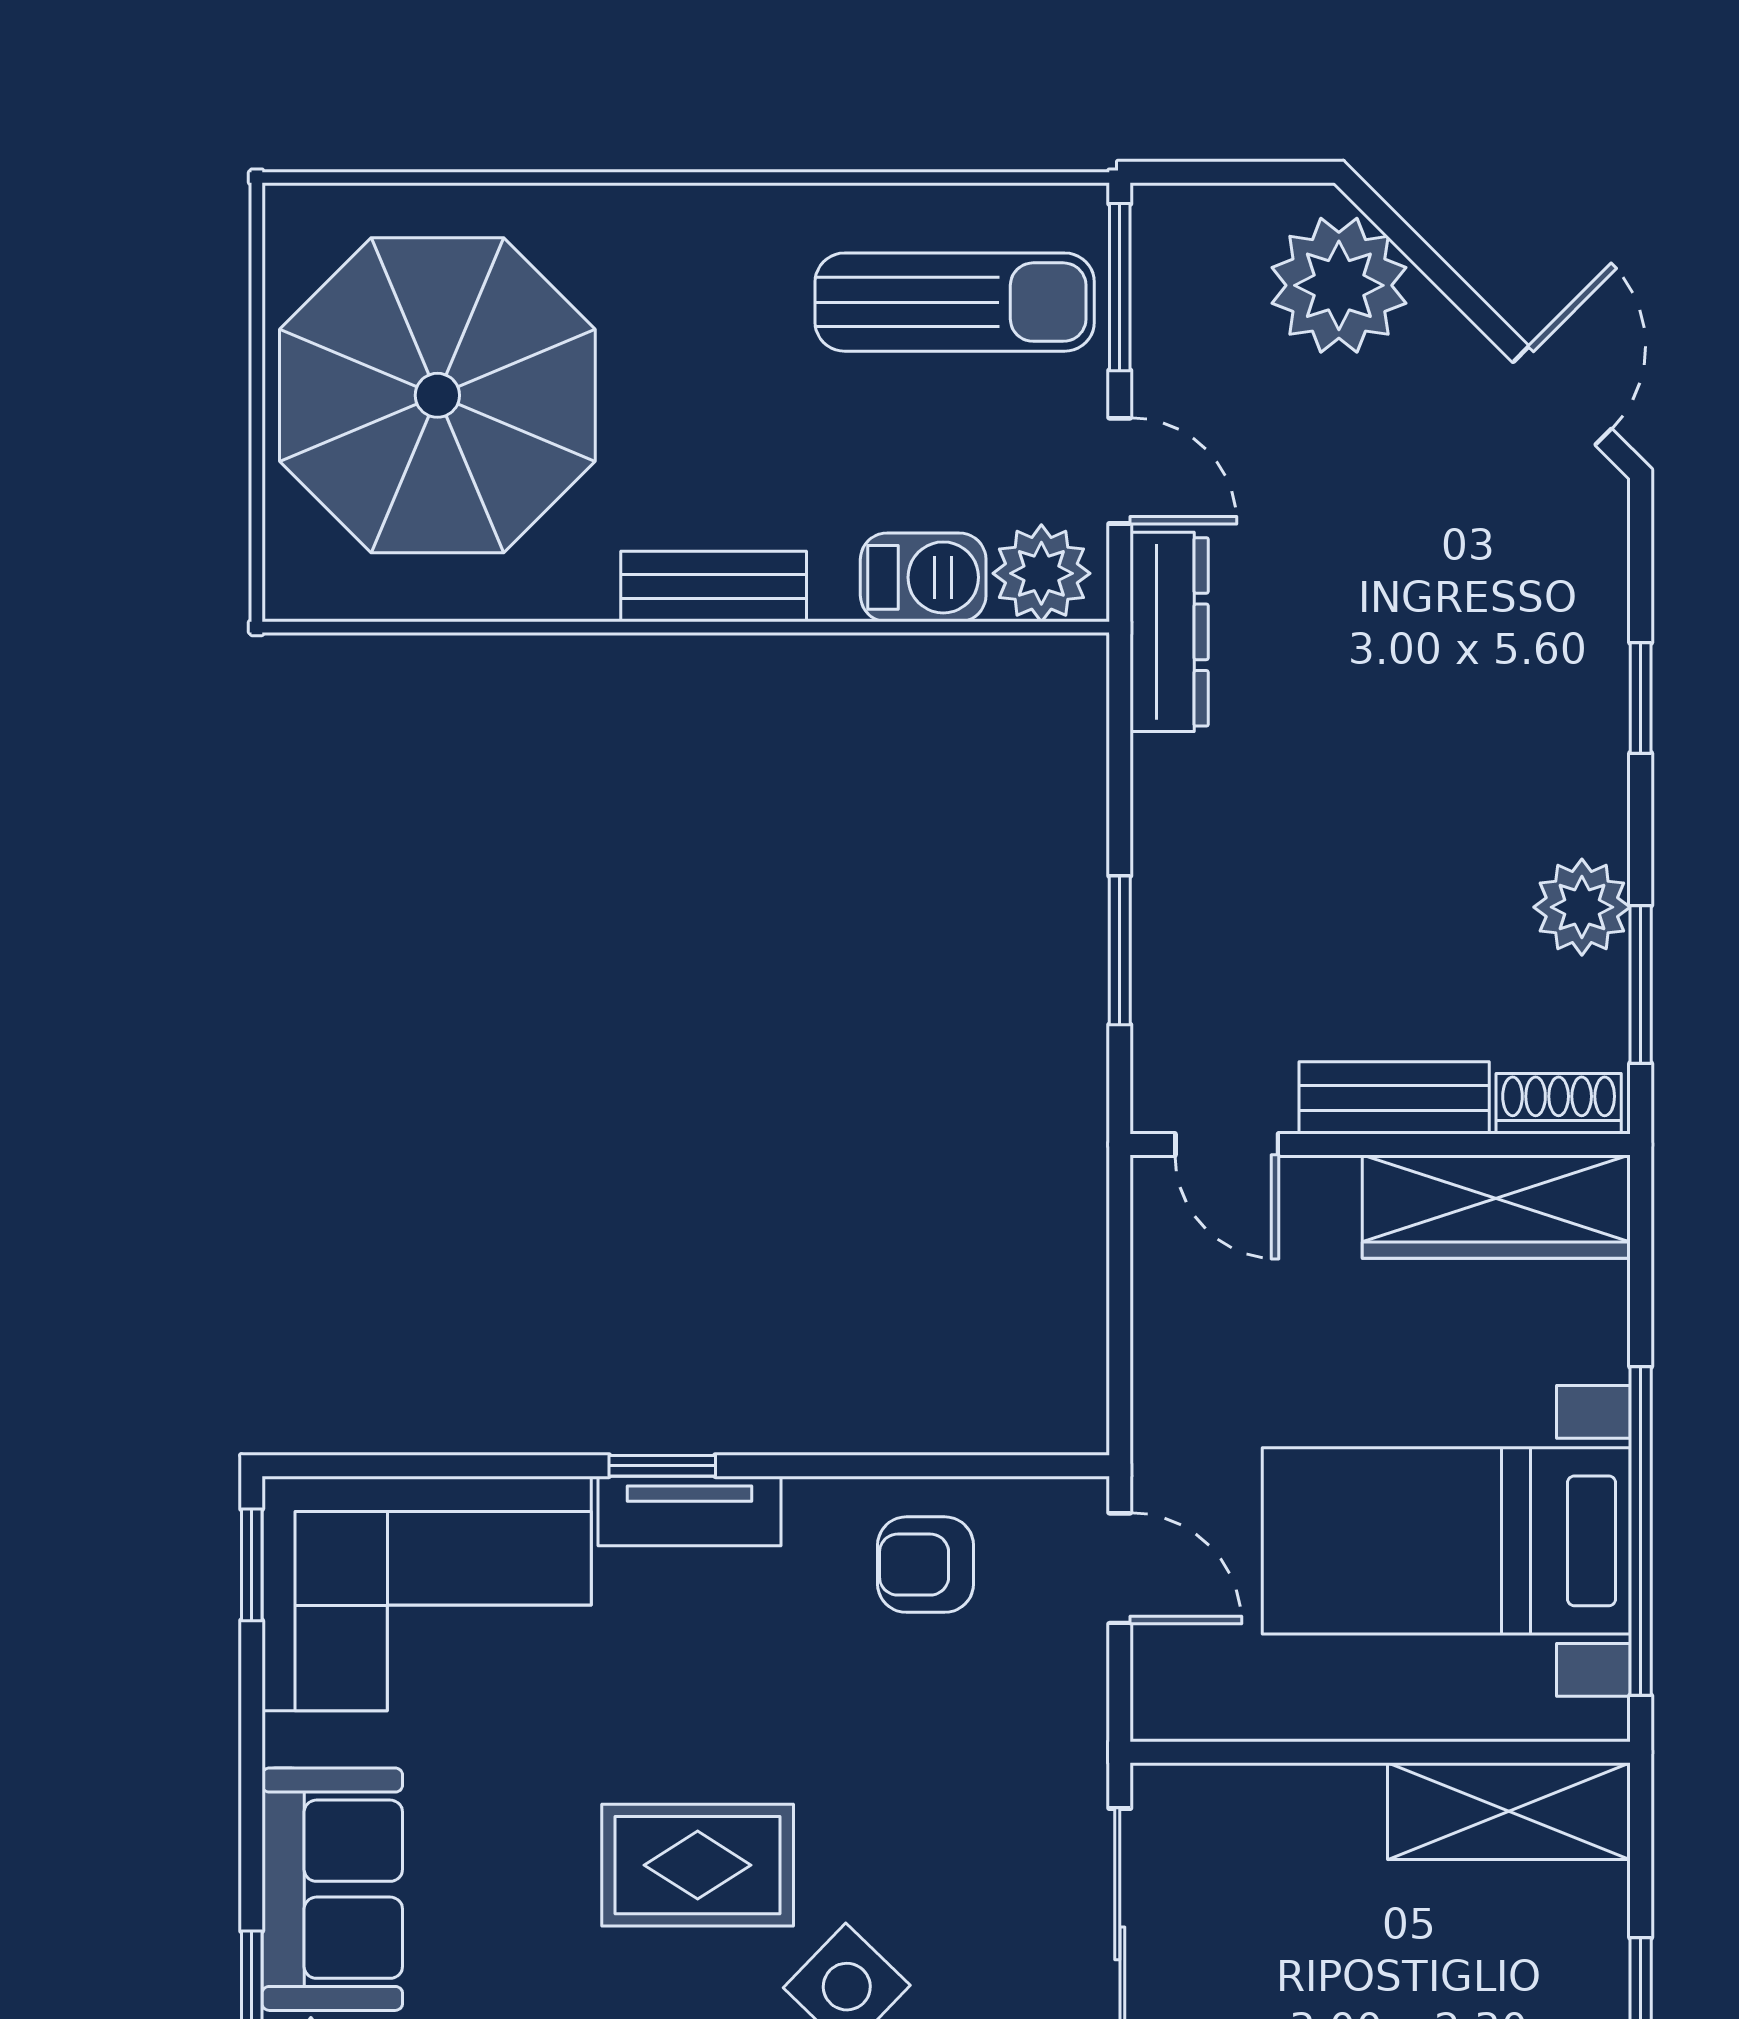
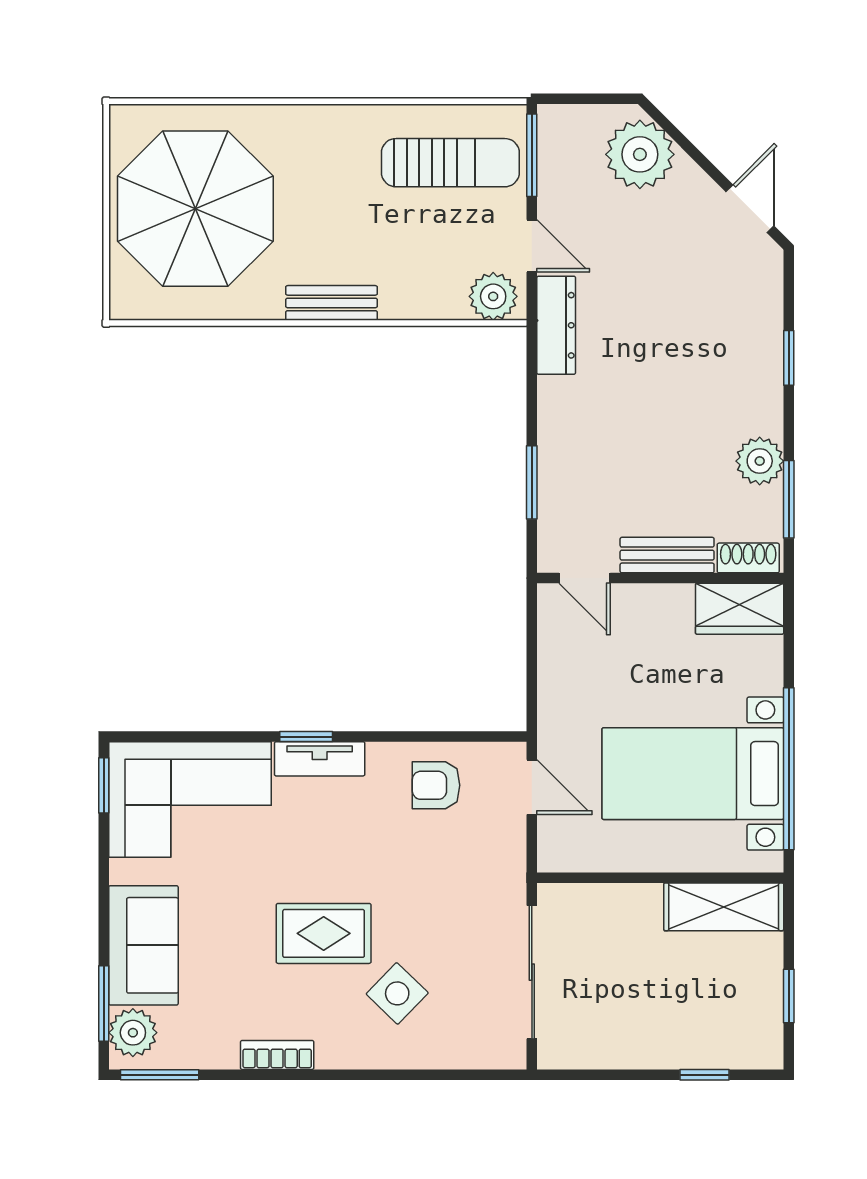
barbecue: (923, 577) -> (435, 298), removed
wardrobe: (1496, 1207) -> (740, 609), width x0.67

